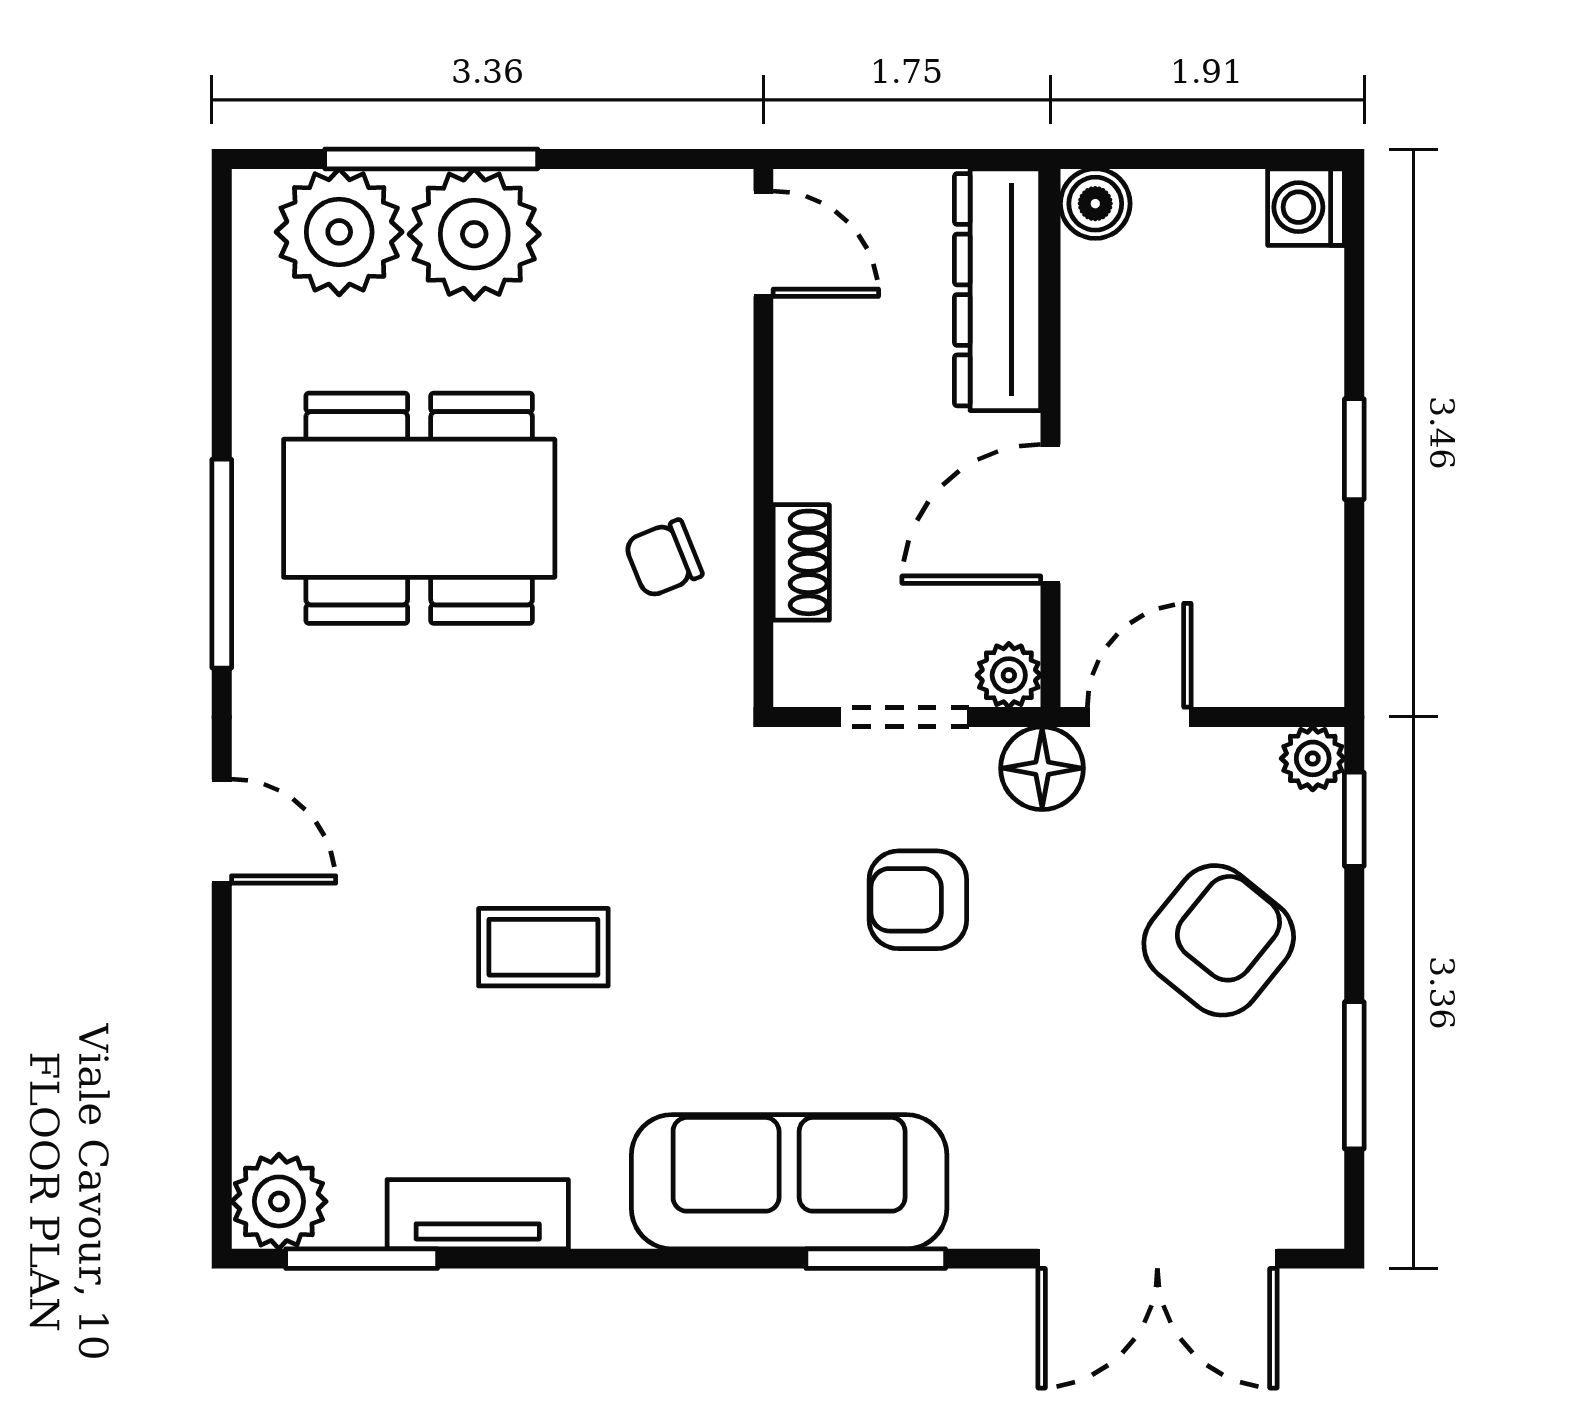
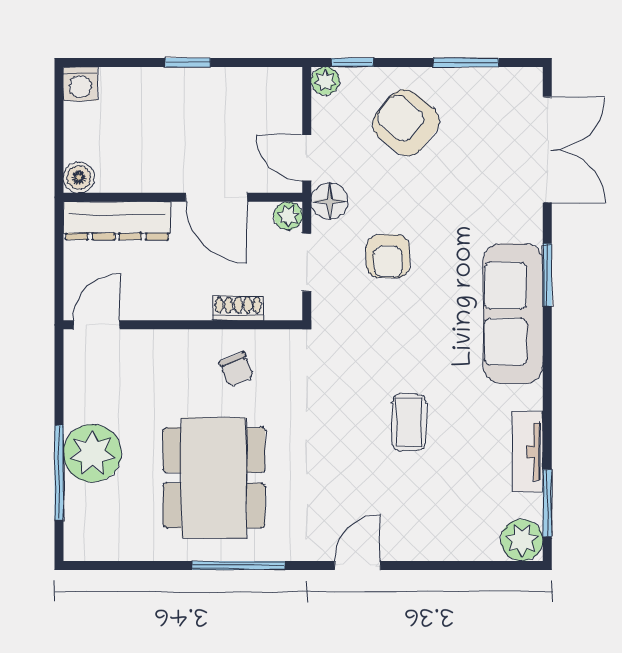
plant: (339, 232) -> (91, 513), removed

